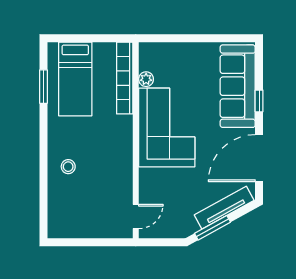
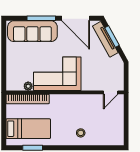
window: (259, 101) -> (41, 18), width x2.17
door: (136, 217) -> (111, 92), swing flipped
window: (212, 228) -> (112, 37), moved

